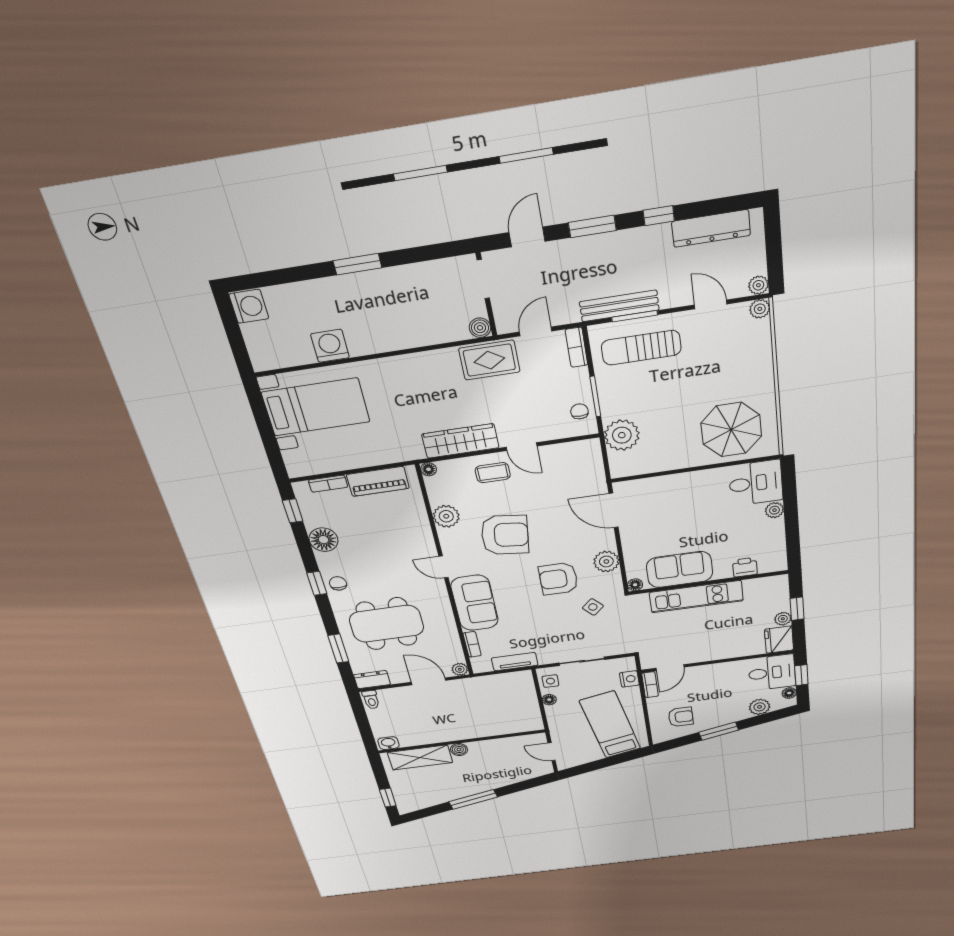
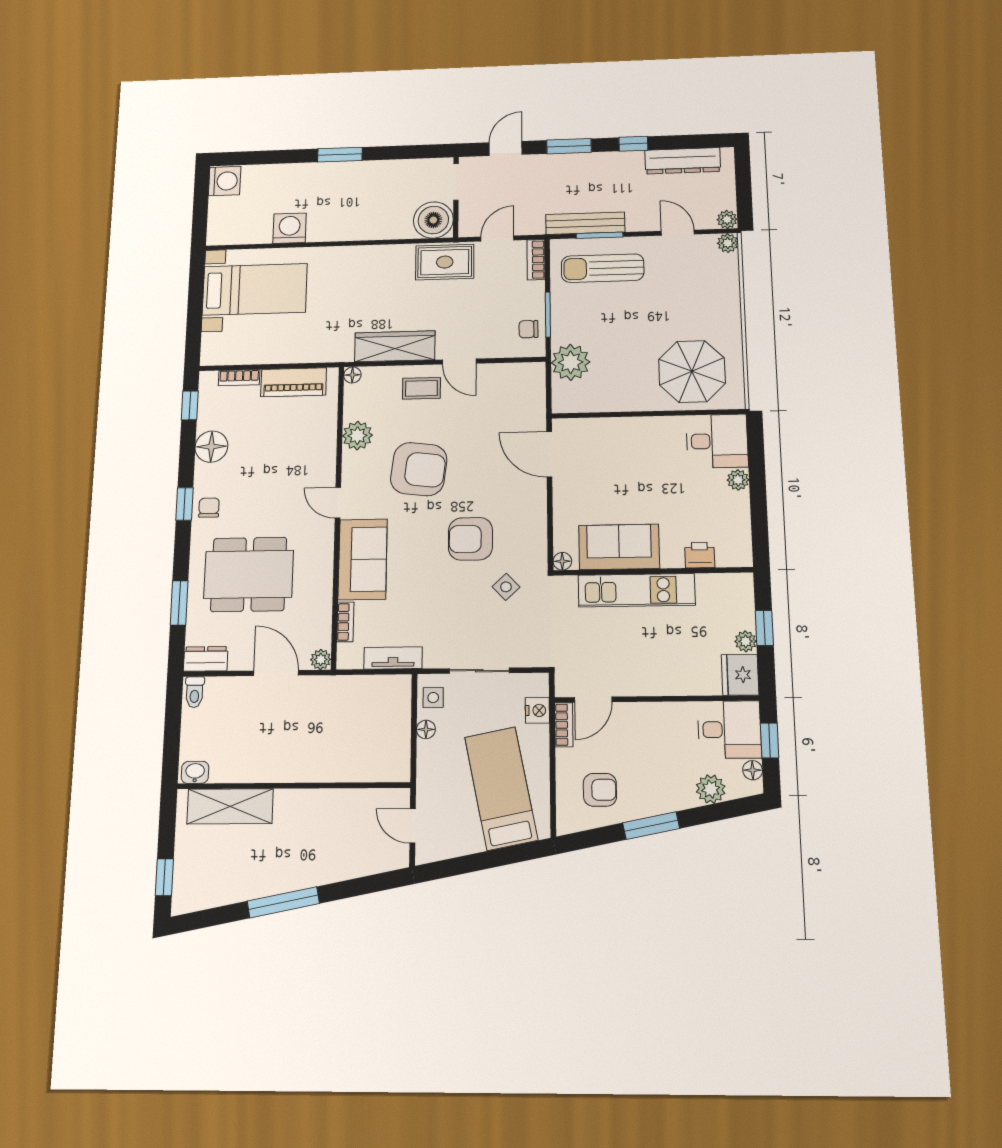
boiler: (480, 328) -> (433, 220), width x1.86, depth x1.86
chair: (579, 411) -> (528, 329), turned -90
plant: (606, 562) -> (532, 523), removed
boiler: (459, 750) -> (286, 800), removed

